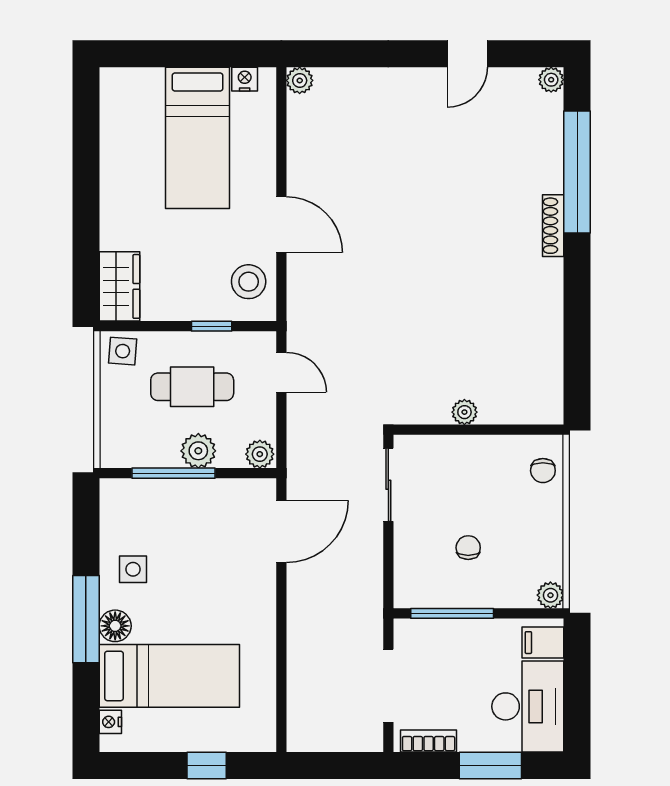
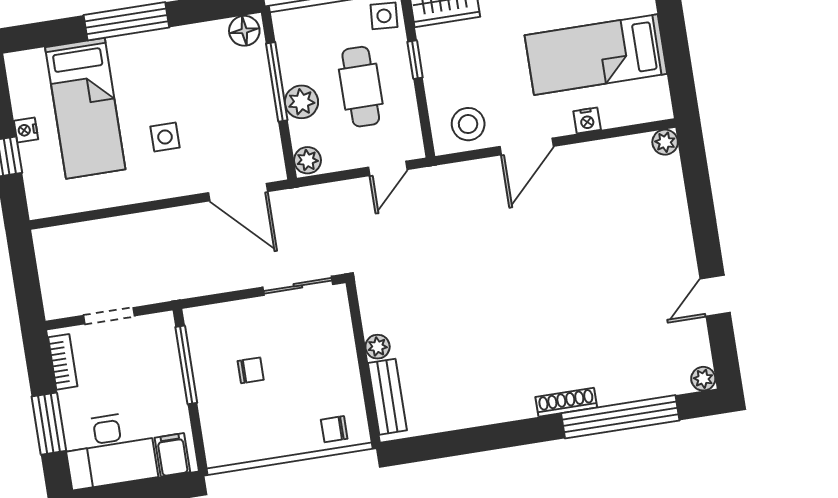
door: (467, 54) -> (715, 296), hinge flipped
nightstand: (245, 79) -> (587, 120), moved, turned 90
window: (212, 326) -> (415, 60), moved
bench: (518, 410) -> (387, 397), added
side table: (133, 569) -> (165, 137), moved
plant: (550, 595) -> (218, 455), removed
floor lamp: (115, 626) -> (244, 31), moved
doorway: (388, 686) -> (109, 316), width x0.73
nightstand: (110, 722) -> (26, 130), moved, turned -90

